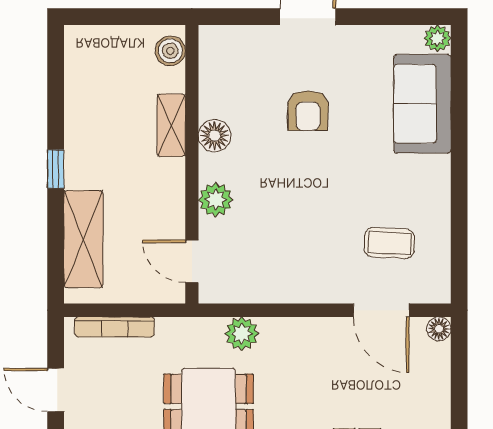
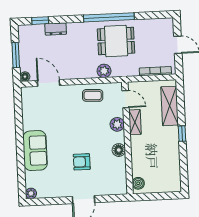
sofa: (422, 104) -> (35, 151), moved
armchair: (308, 111) -> (82, 162), turned -90
shelving: (171, 125) -> (135, 122), moved
coffee table: (389, 243) -> (93, 95), moved
window: (459, 383) -> (16, 55), added

